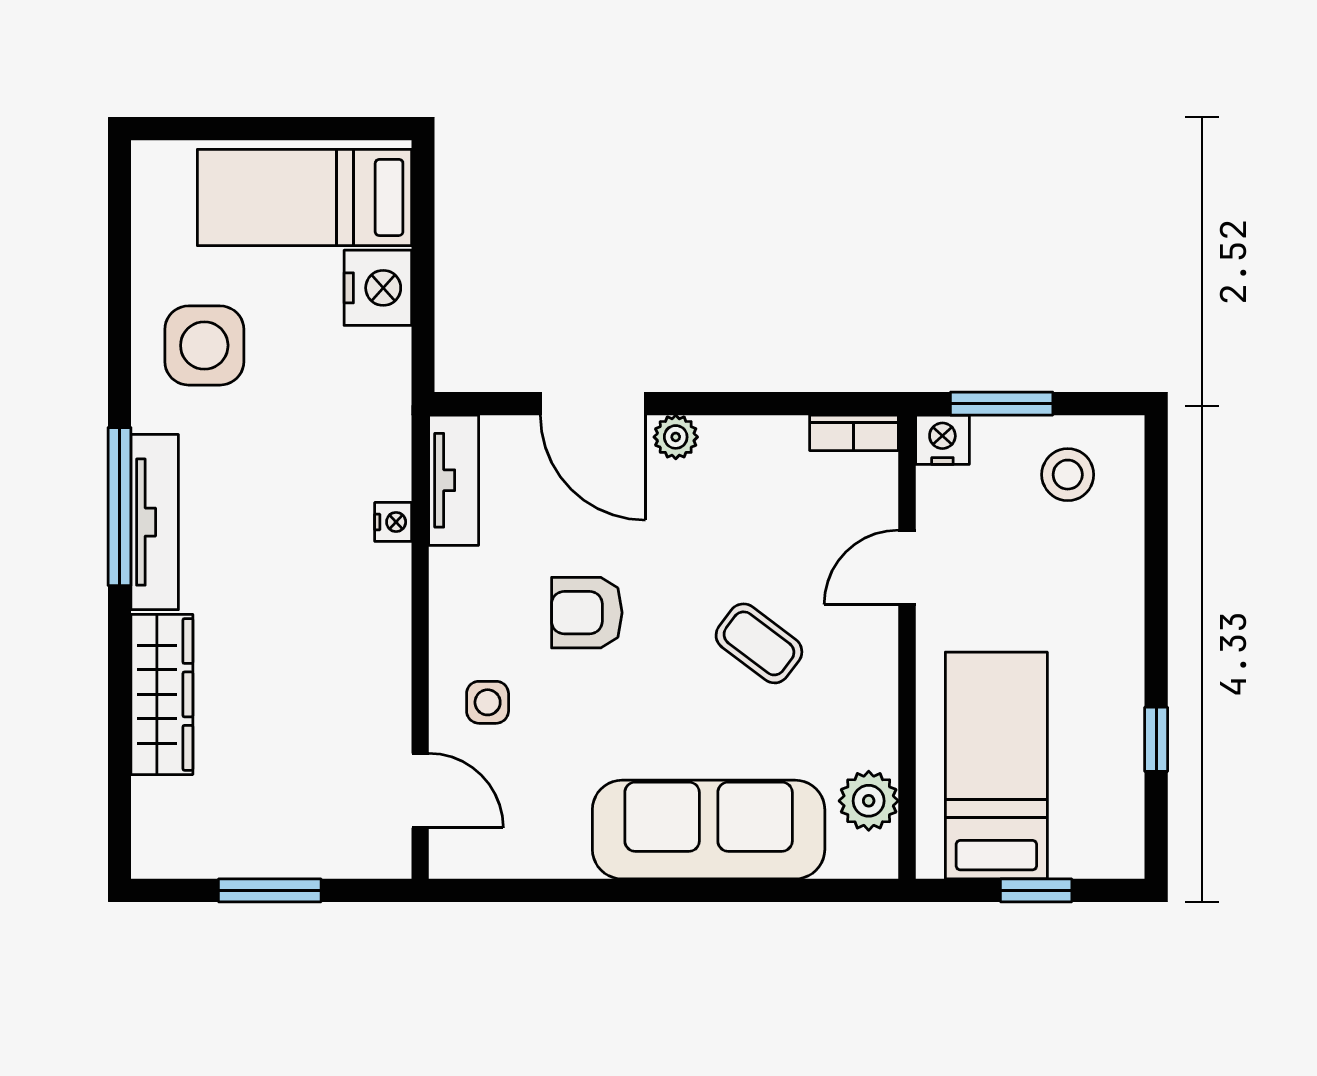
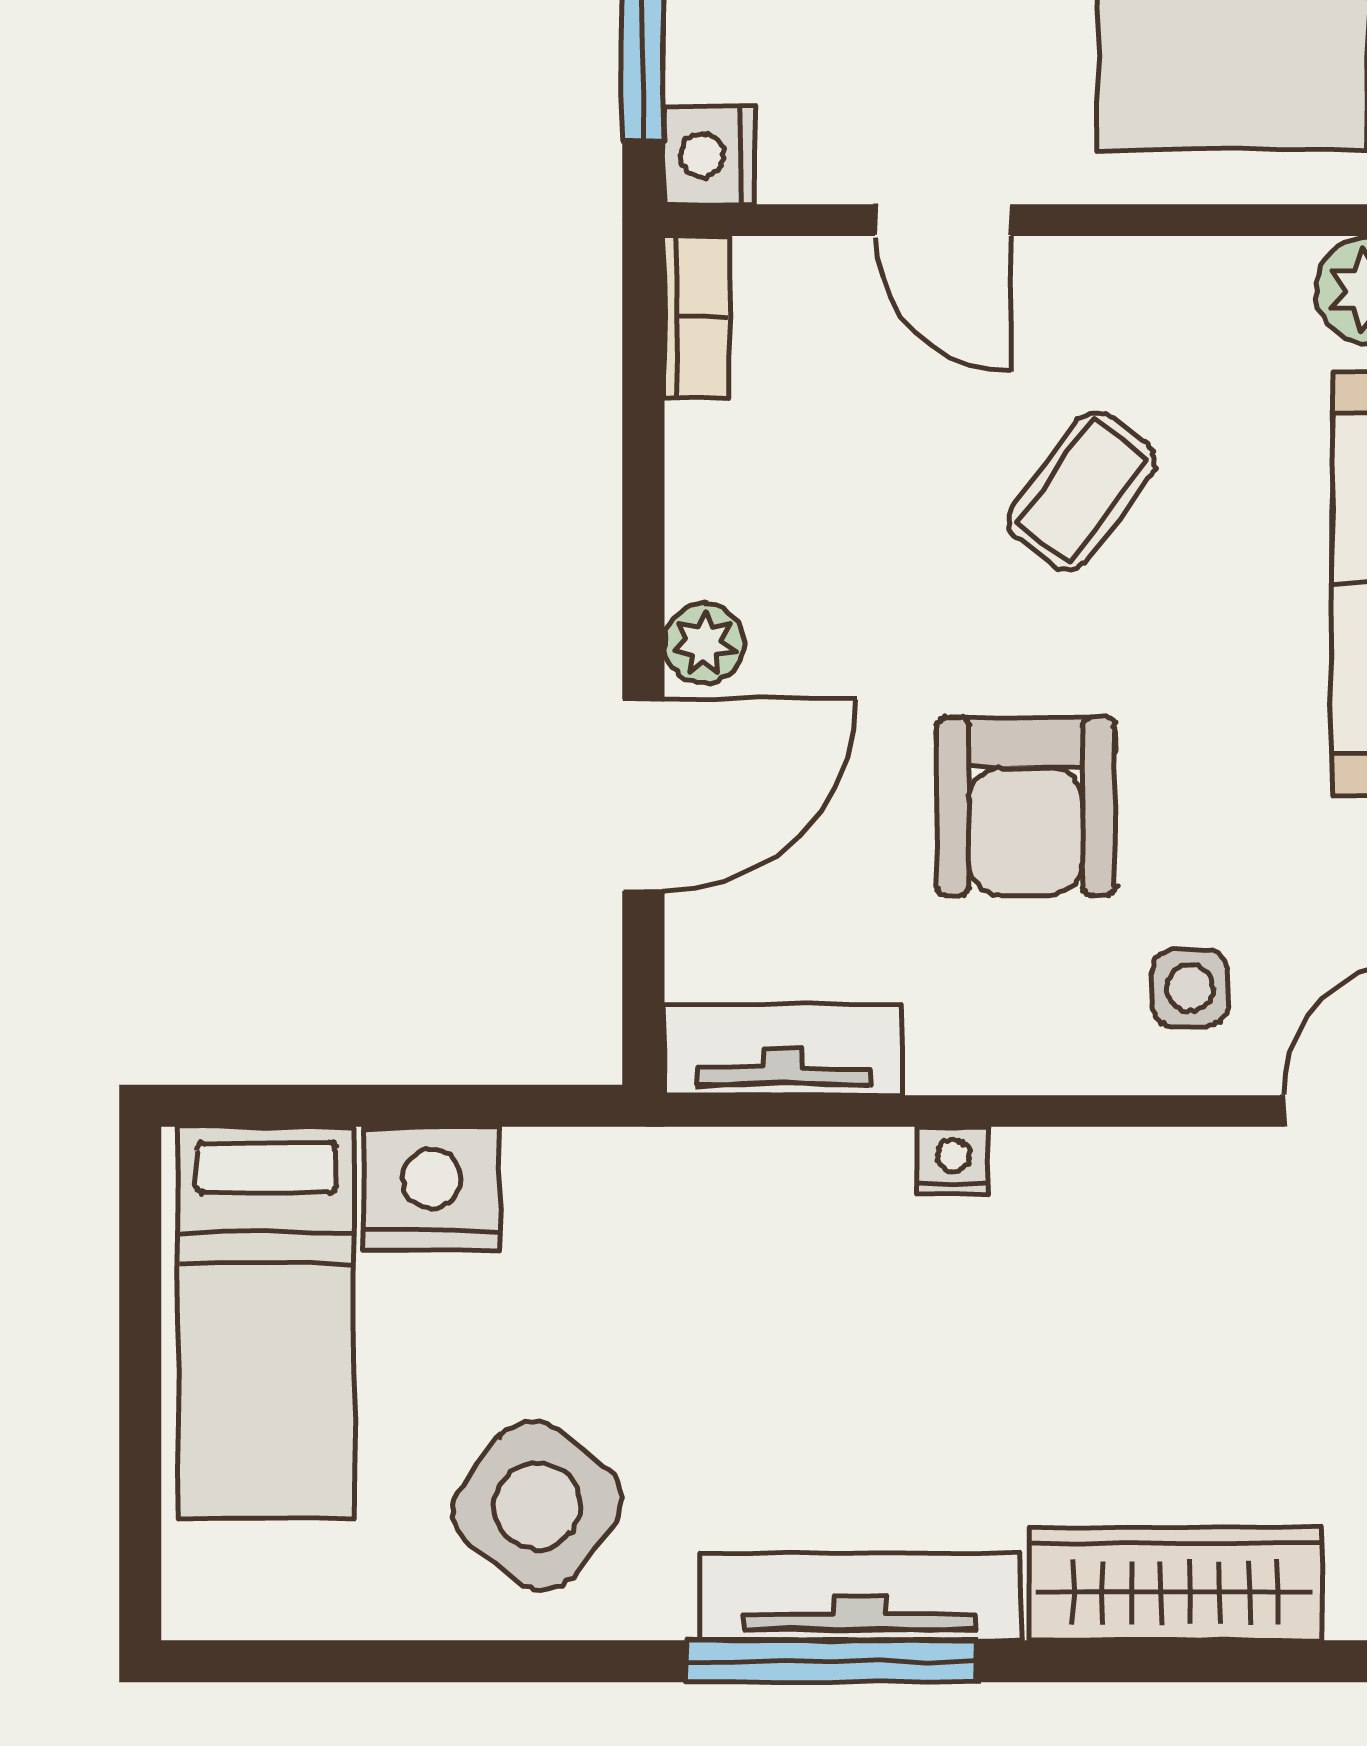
side table: (204, 345) -> (537, 1506), turned 37
nightstand: (393, 522) -> (953, 1160), moved
armchair: (587, 613) -> (1026, 806), width x1.38, depth x1.38

